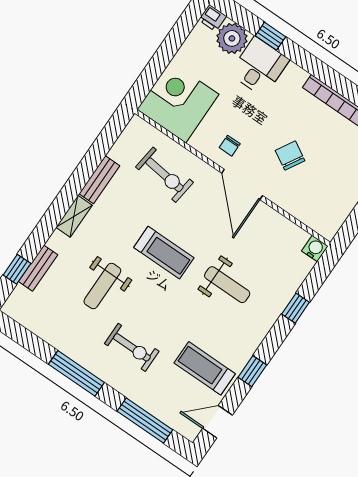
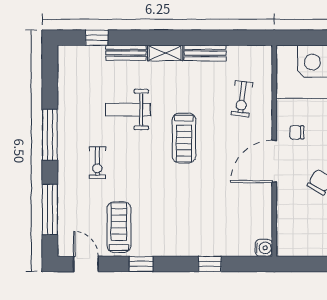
exercise bike: (164, 175) -> (242, 99), width x0.73, depth x0.72
bench: (38, 268) -> (126, 53), moved
weight bench: (227, 285) -> (192, 201), removed
exercise bike: (132, 347) -> (97, 163), width x0.73, depth x0.72

